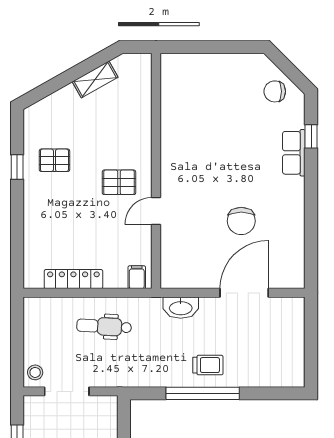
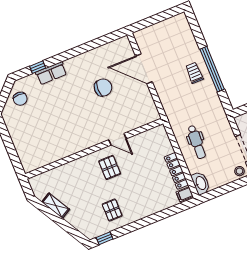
window: (17, 167) -> (105, 238), moved
filing cabinet: (137, 277) -> (185, 194), moved
washbasin: (181, 308) -> (201, 183), moved

